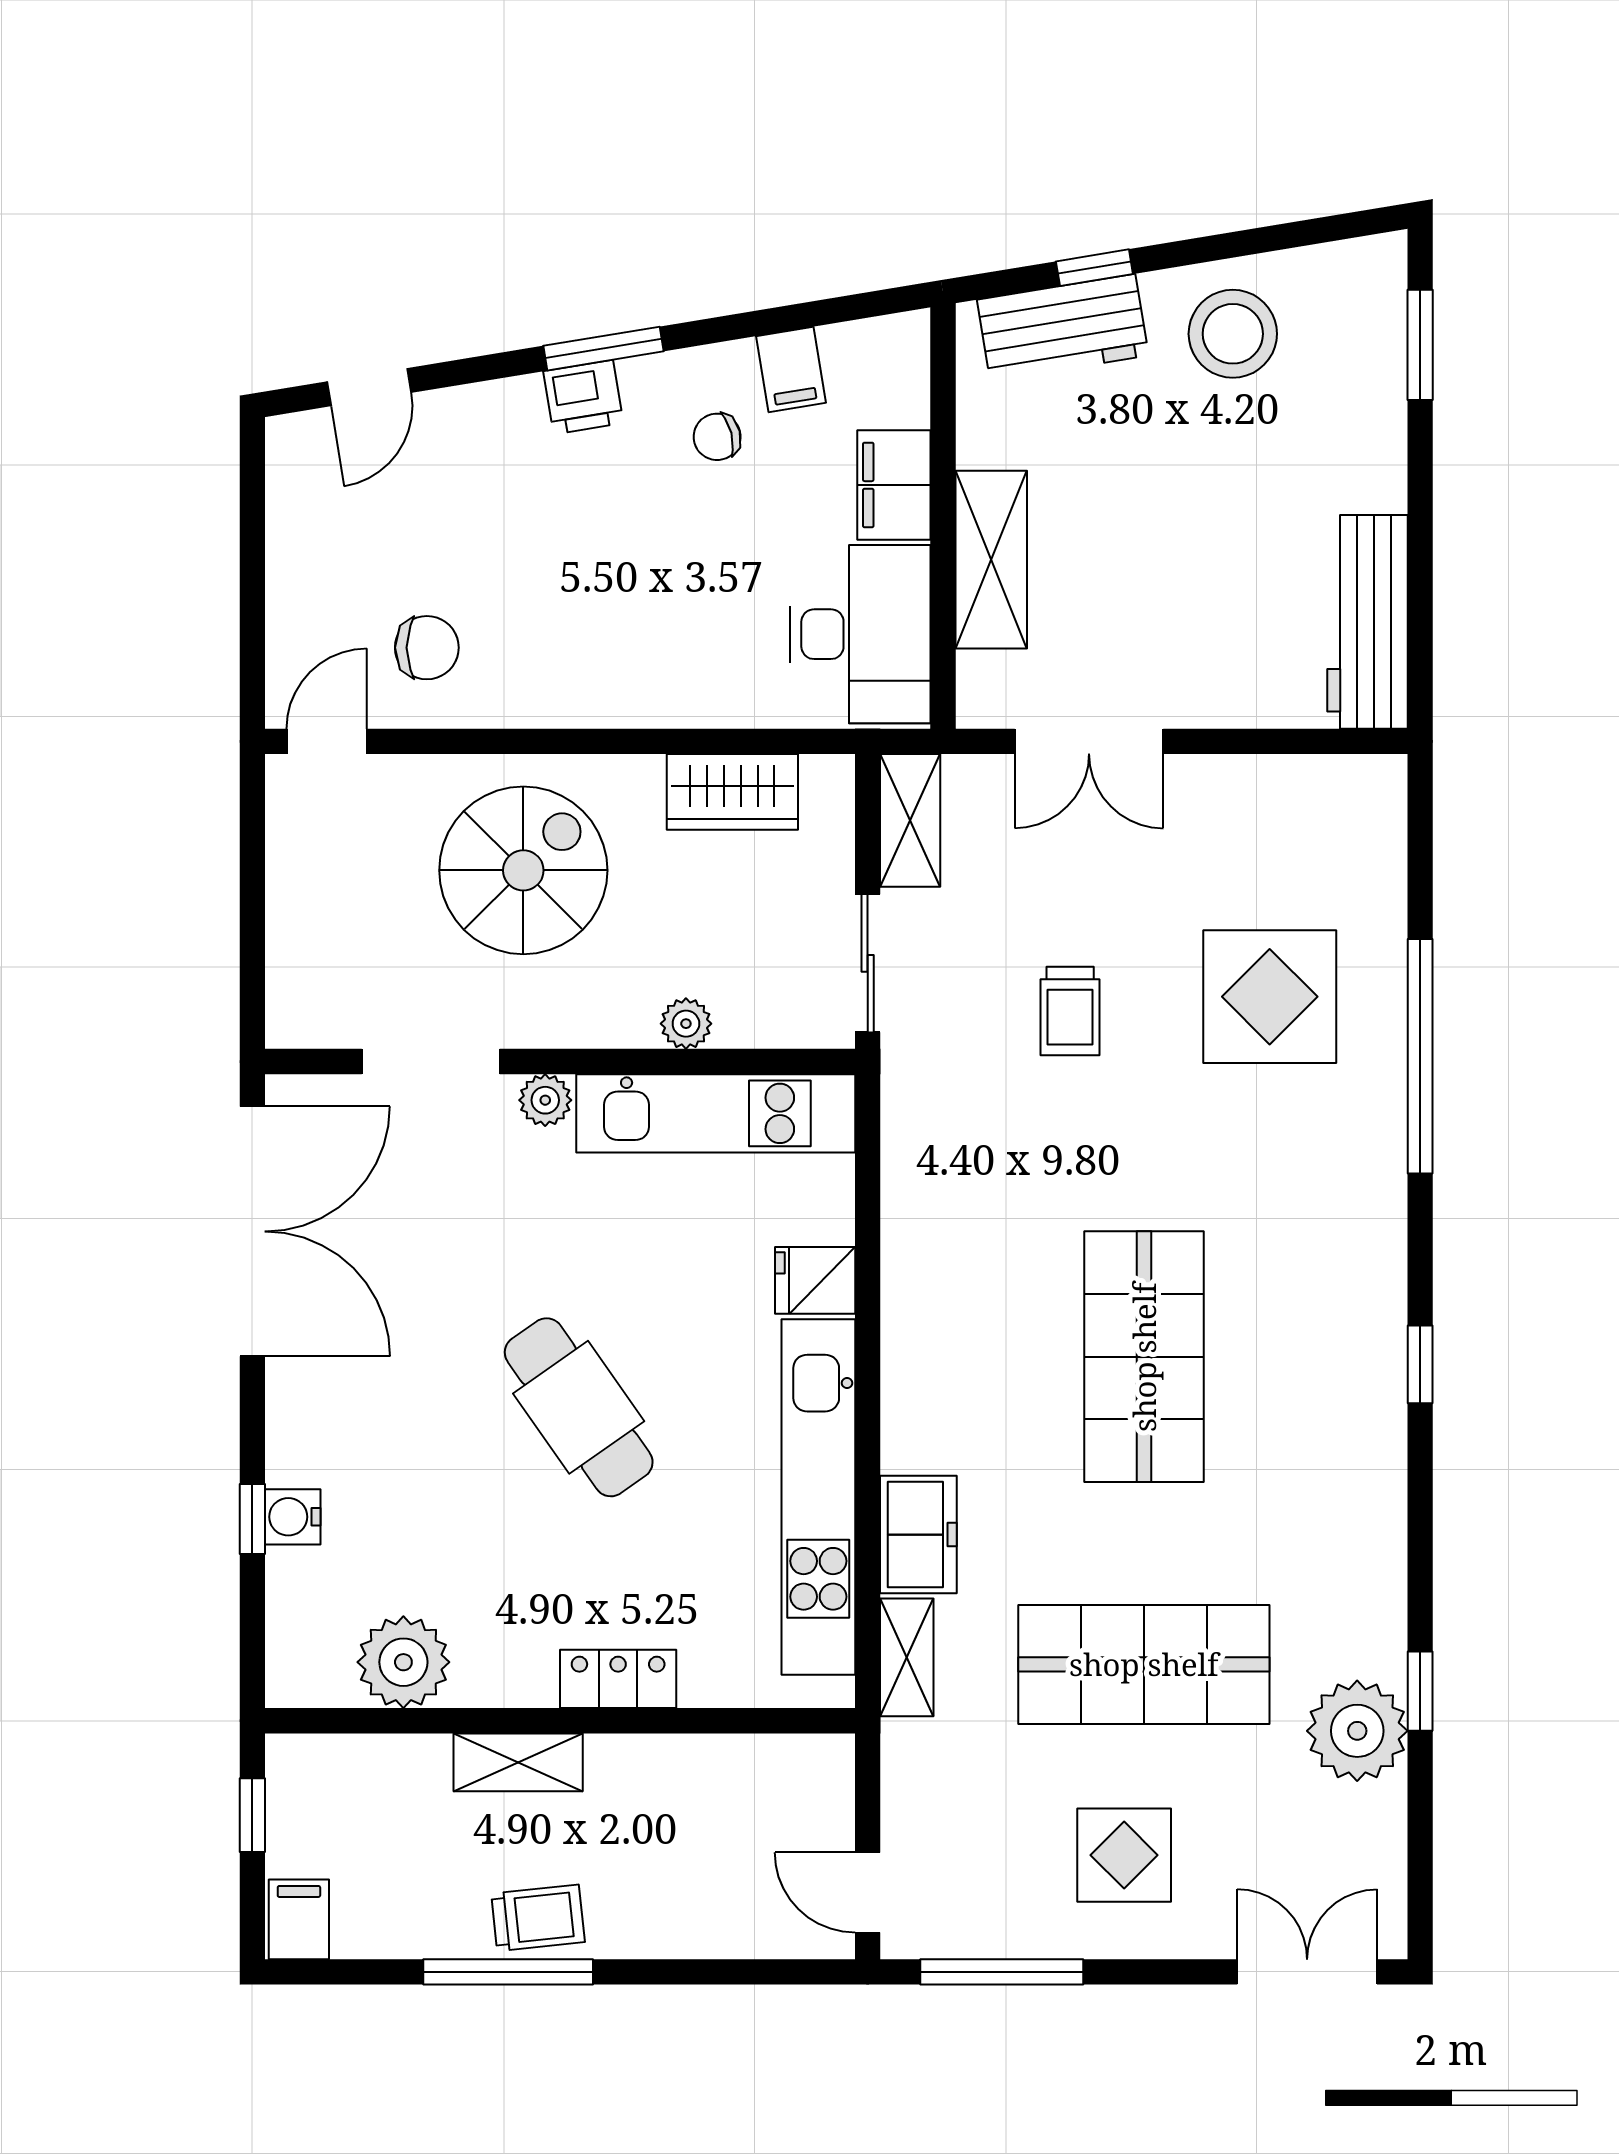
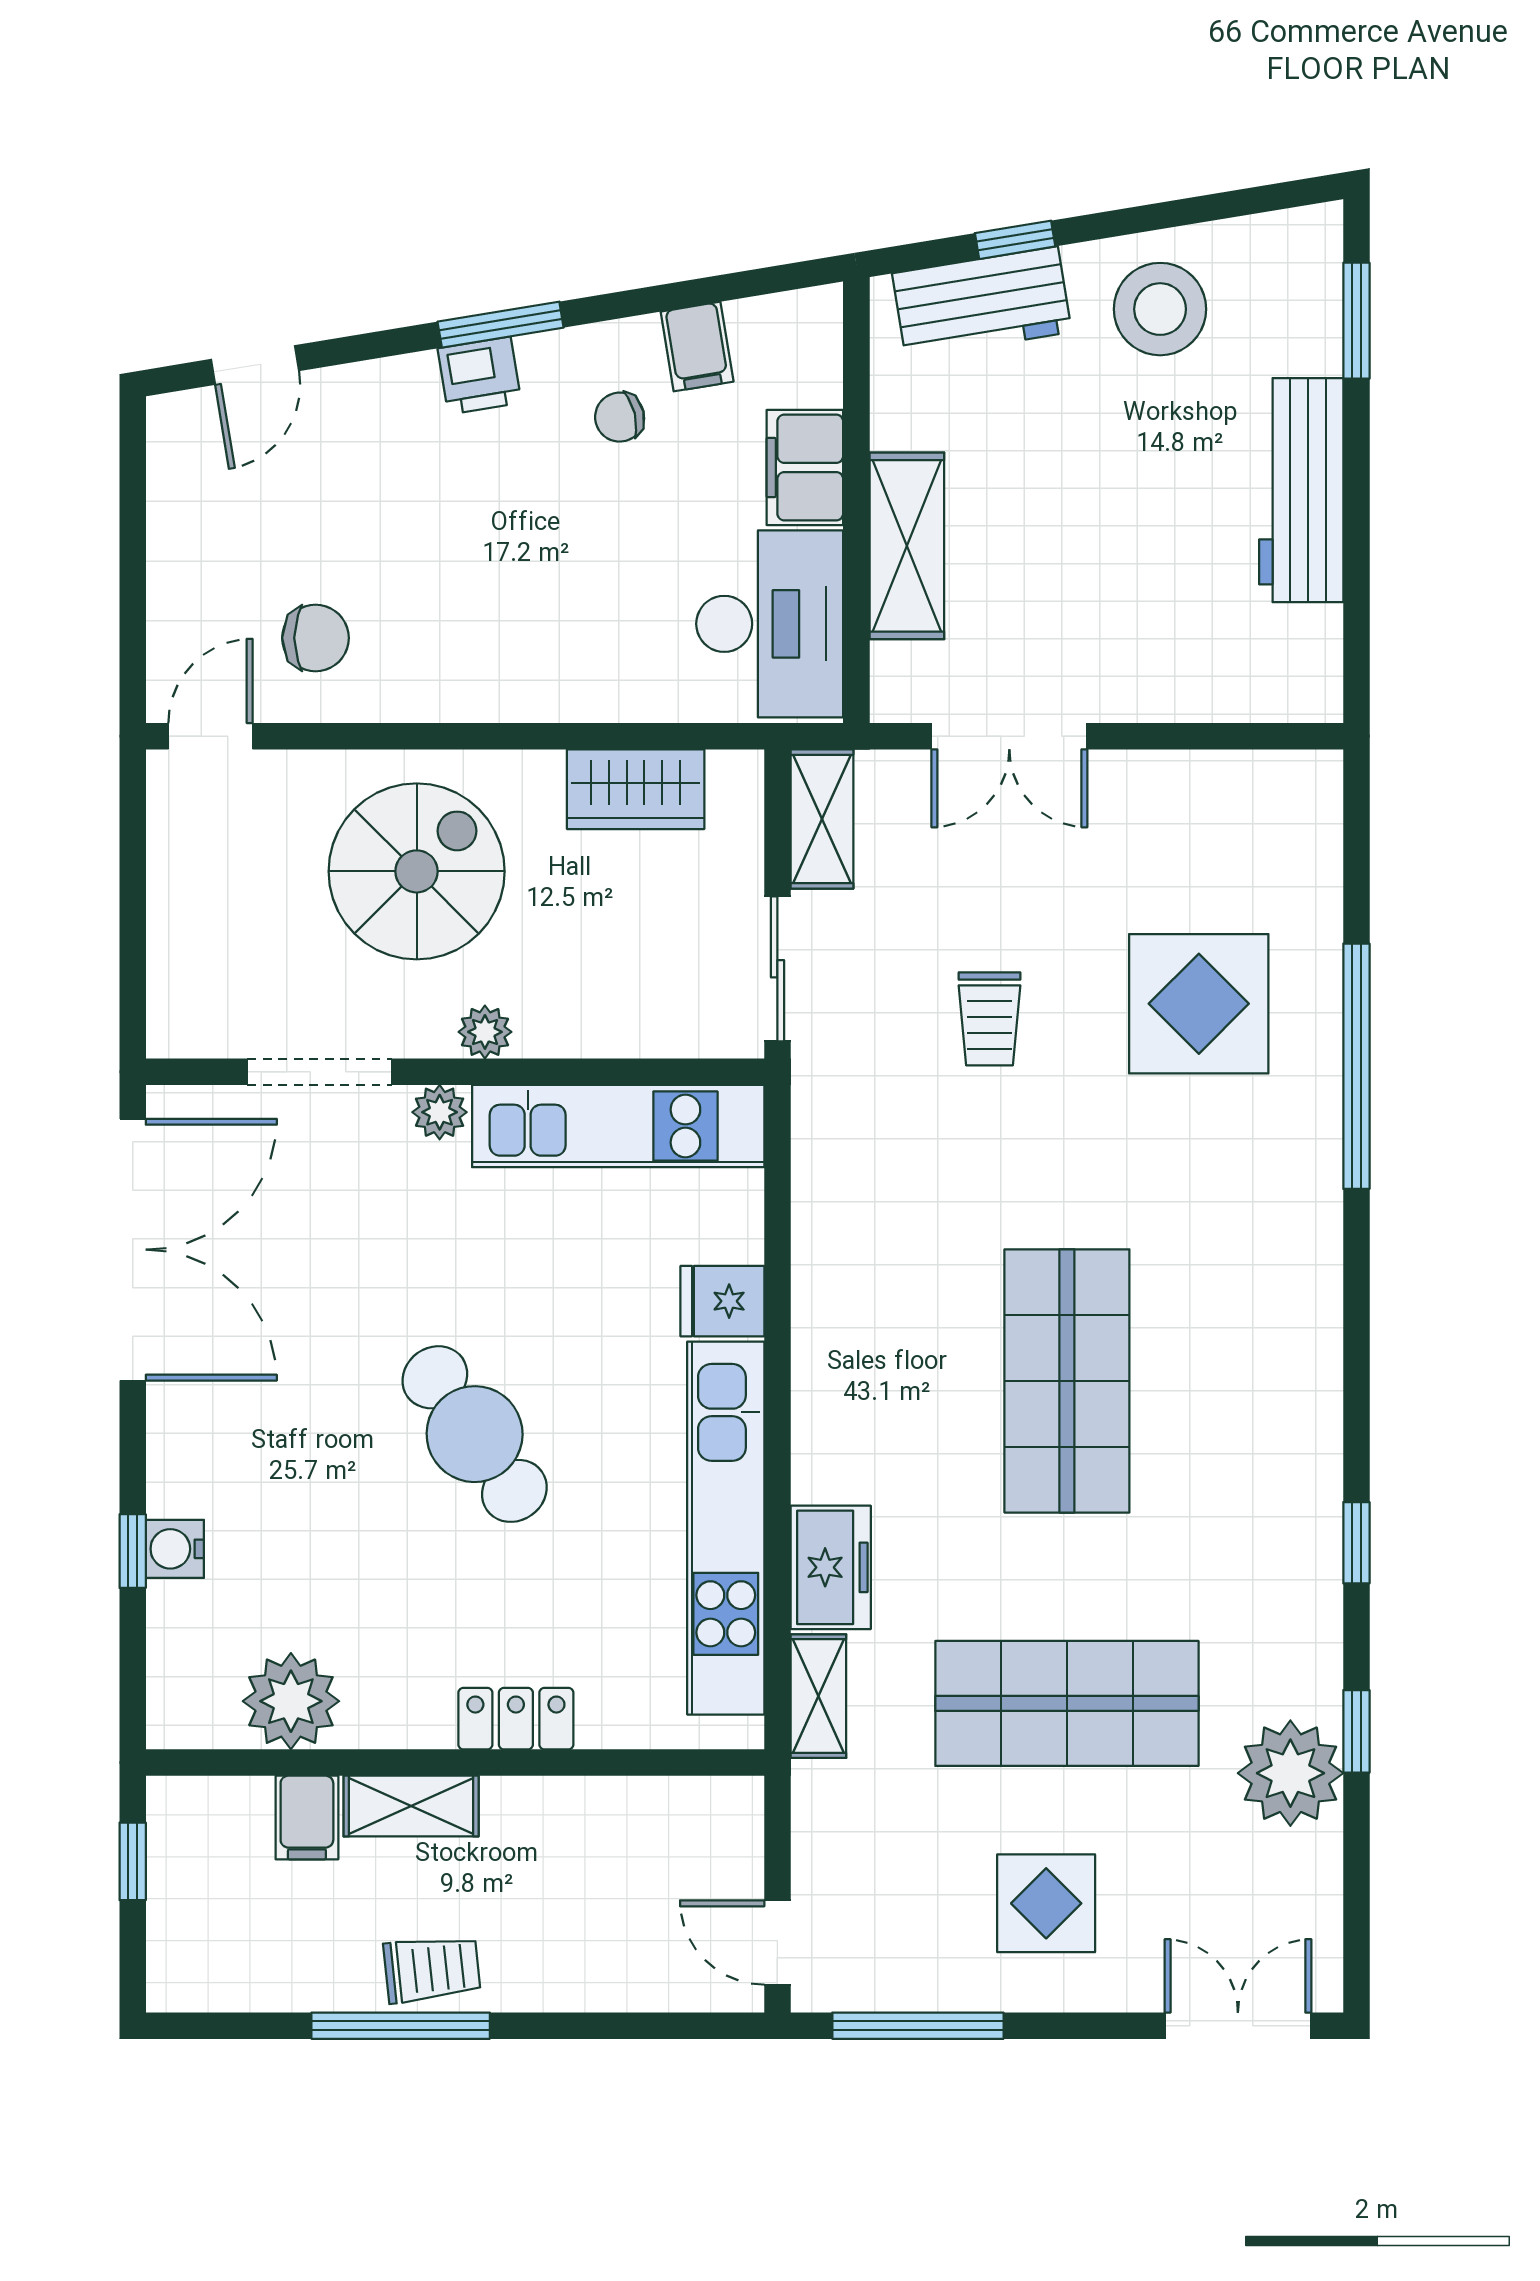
workbench: (1367, 622) -> (1301, 490), moved
plant: (686, 1024) -> (485, 1032), moved
window: (1420, 1364) -> (1356, 1543), moved
filing cabinet: (299, 1919) -> (307, 1817), moved, turned 180

